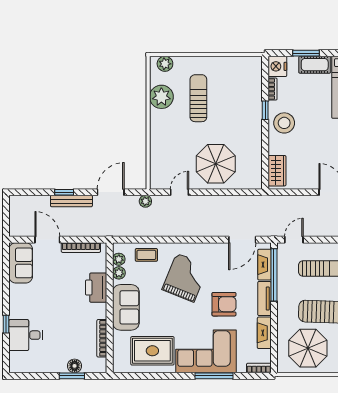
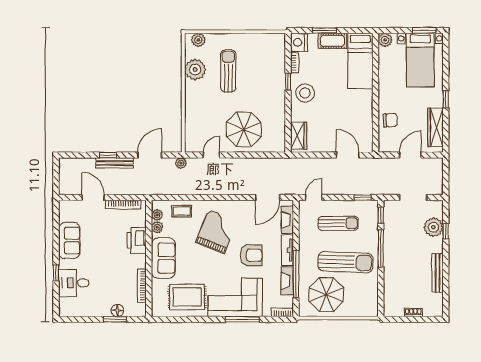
sofa: (21, 263) -> (69, 241), moved
window: (274, 275) -> (296, 274), moved

